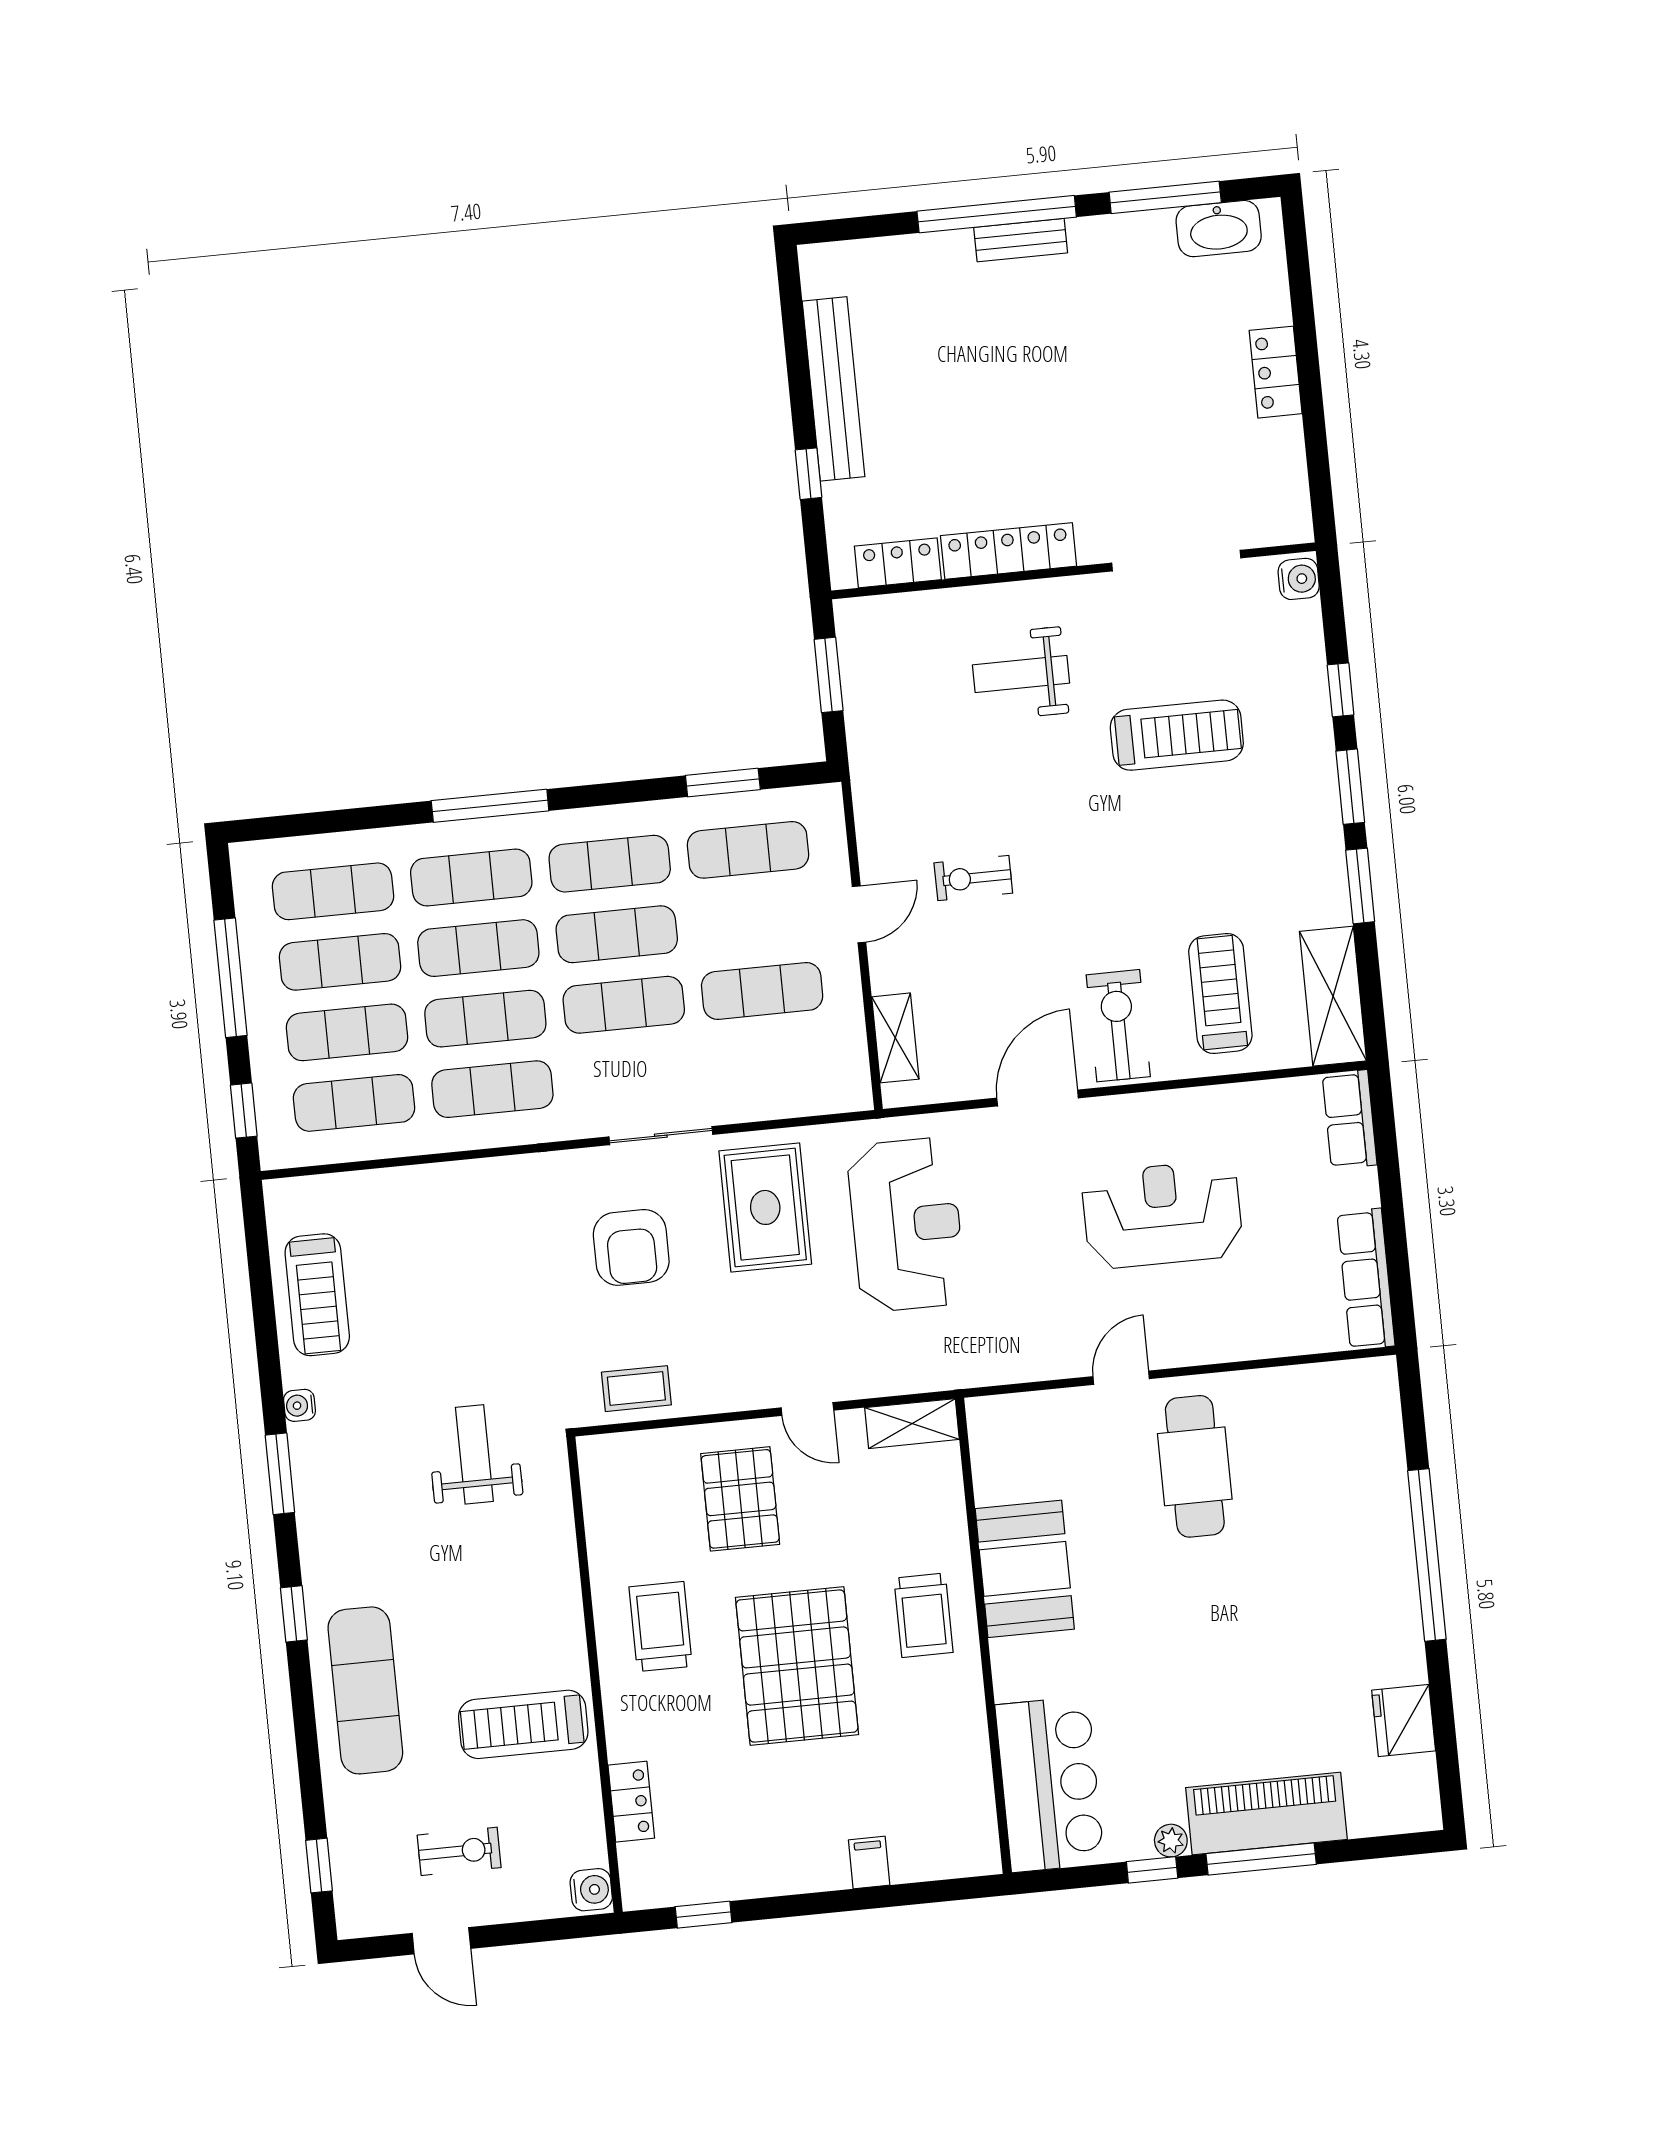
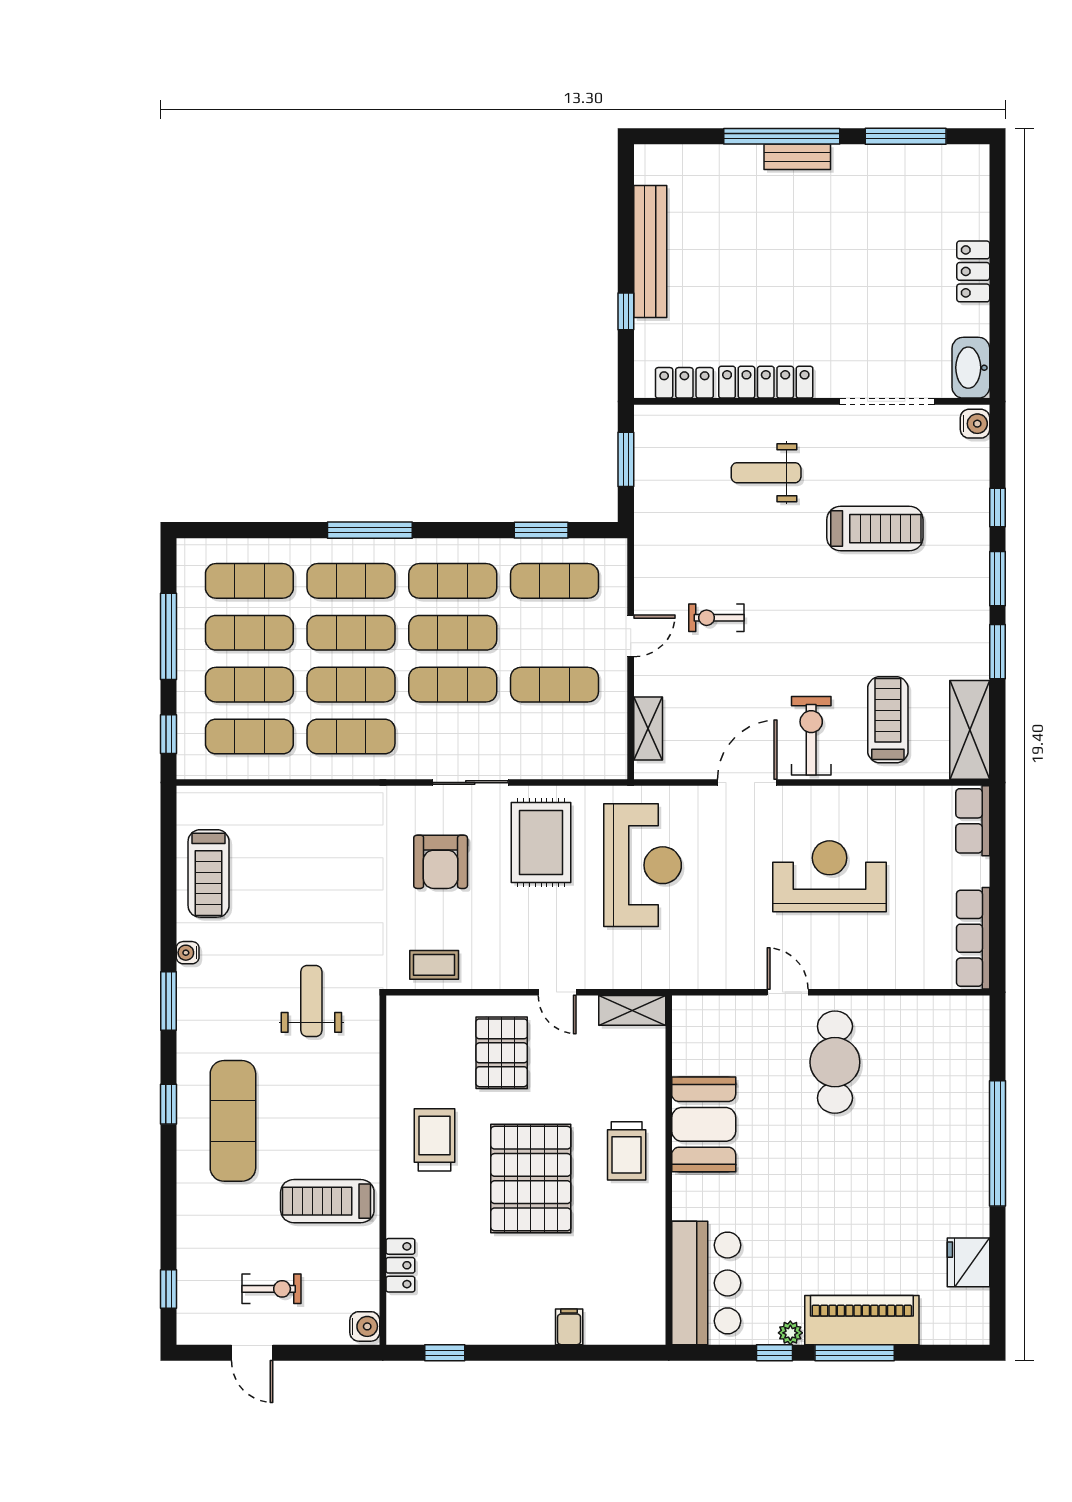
washbasin: (1219, 229) -> (971, 368), moved, turned 90
door: (1121, 1378) -> (788, 992), hinge flipped
exercise mat: (365, 1690) -> (233, 1121), moved

